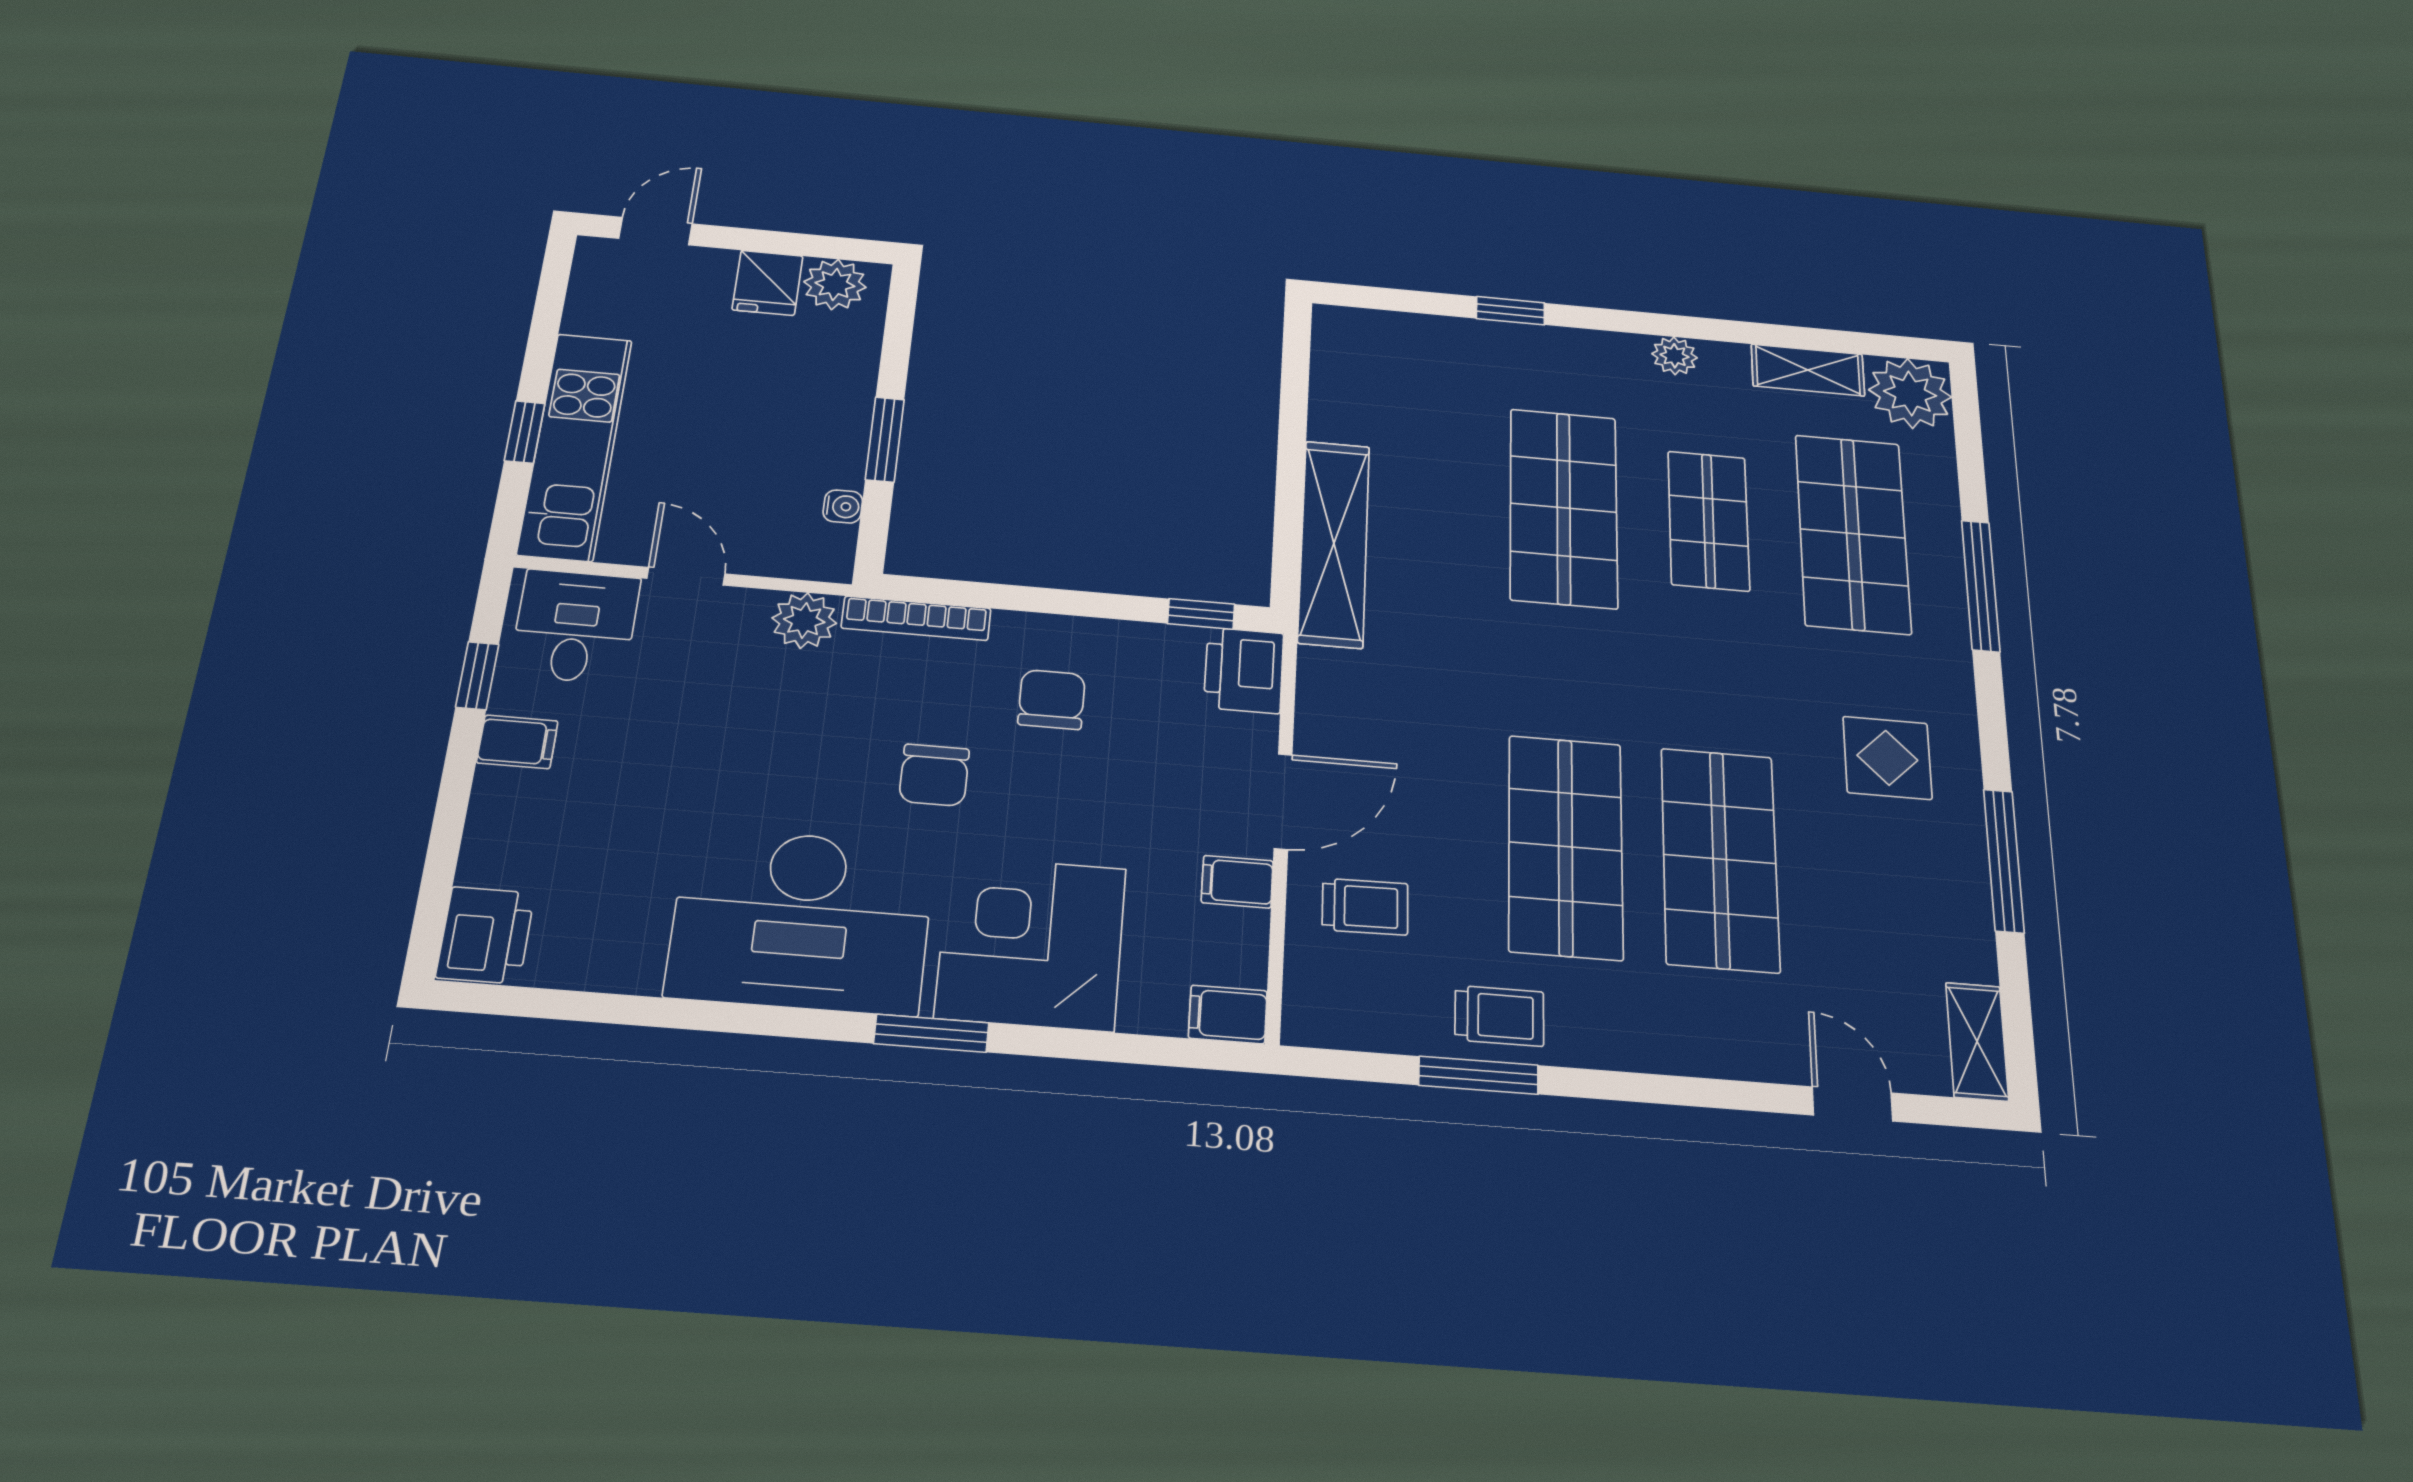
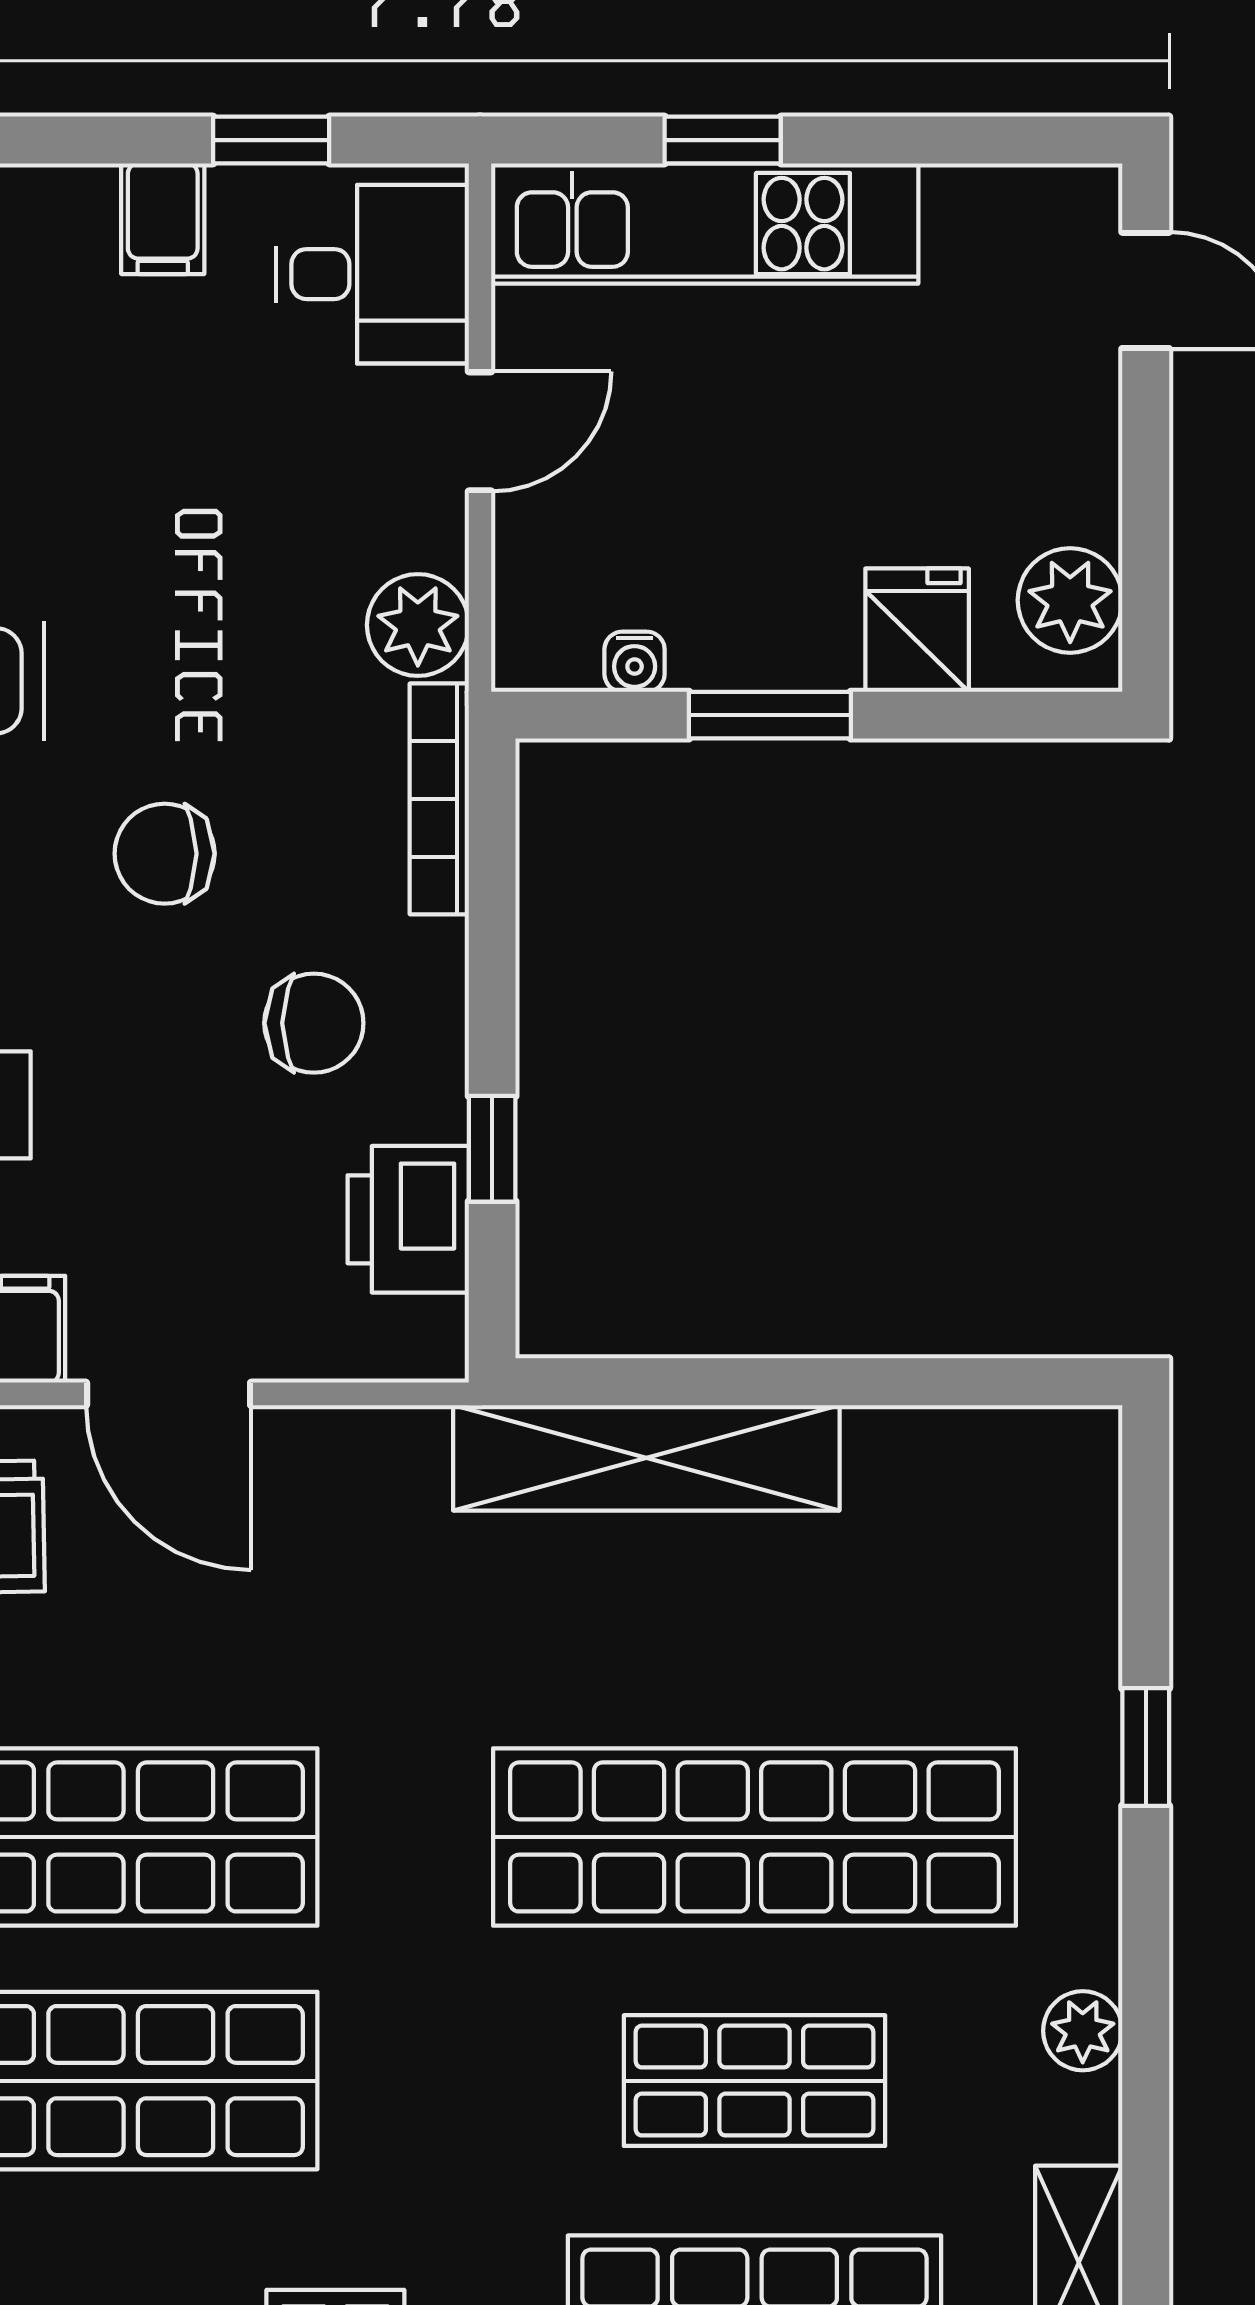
fridge: (768, 283) -> (917, 630), moved, turned 90
shop shelf: (1564, 508) -> (755, 1837), width x1.40
window: (1201, 614) -> (492, 1149), moved
printer: (1244, 670) -> (408, 1219), moved, turned -90

